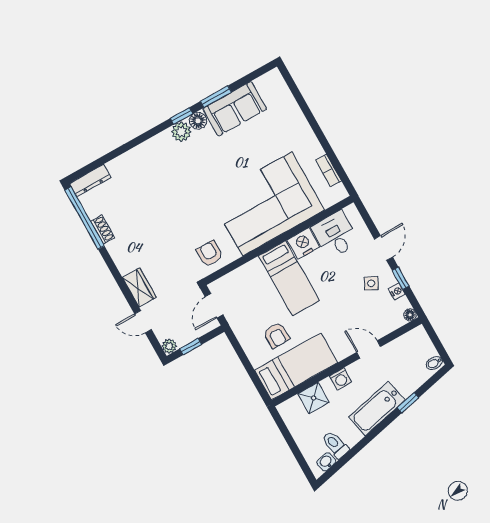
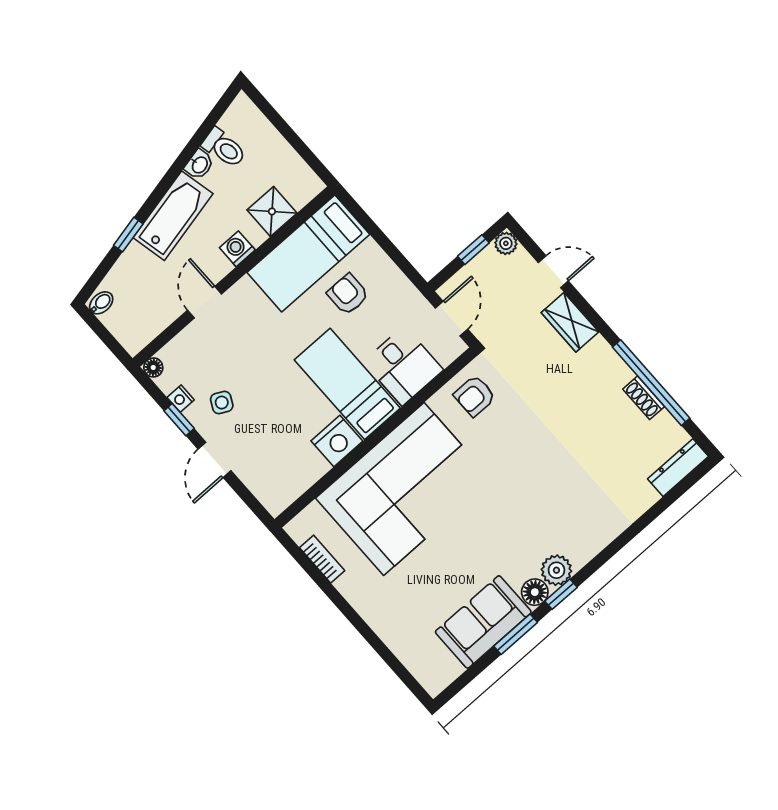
window: (85, 218) -> (651, 383), moved
desk: (335, 235) -> (403, 366), moved
armchair: (210, 253) -> (475, 396), turned 90
door: (369, 349) -> (205, 302), swing flipped
washbasin: (326, 462) -> (199, 165), moved

